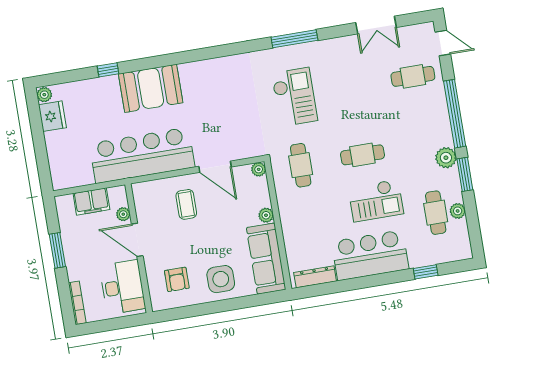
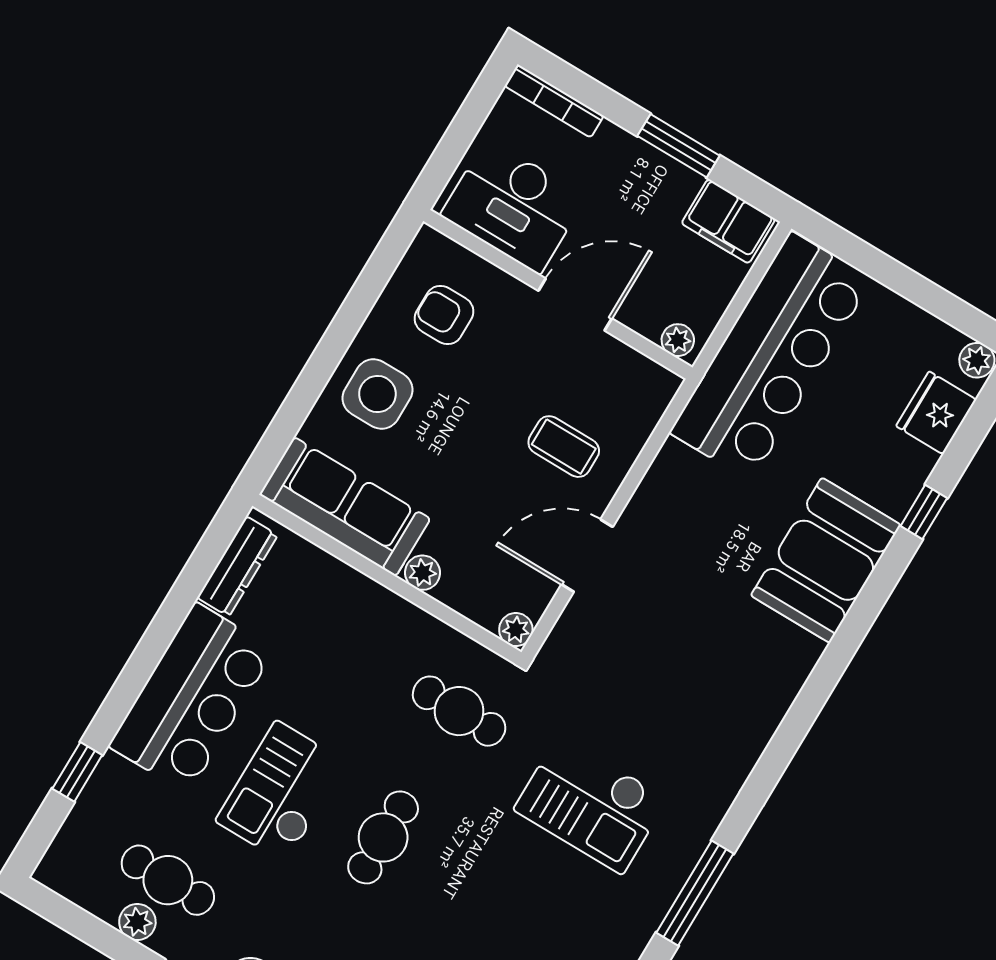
fridge: (52, 116) -> (936, 413), moved, turned 90
bar counter: (142, 155) -> (771, 356), moved
filing cabinet: (91, 201) -> (728, 221), moved, turned -90
plant: (123, 214) -> (678, 340), moved

